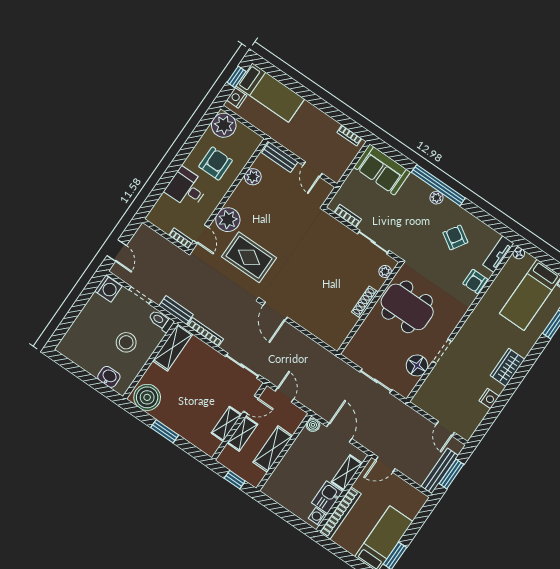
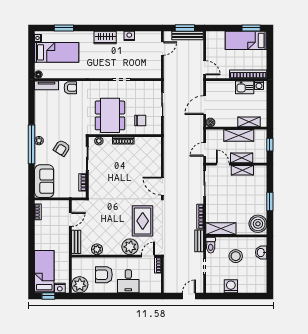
armchair: (455, 237) -> (62, 148), moved
washing machine: (108, 289) -> (231, 286), moved
door: (275, 311) -> (162, 186), swing flipped
chair: (375, 340) -> (140, 120), added
floor lamp: (417, 365) -> (138, 88), removed
shelving: (347, 473) -> (249, 122), moved

